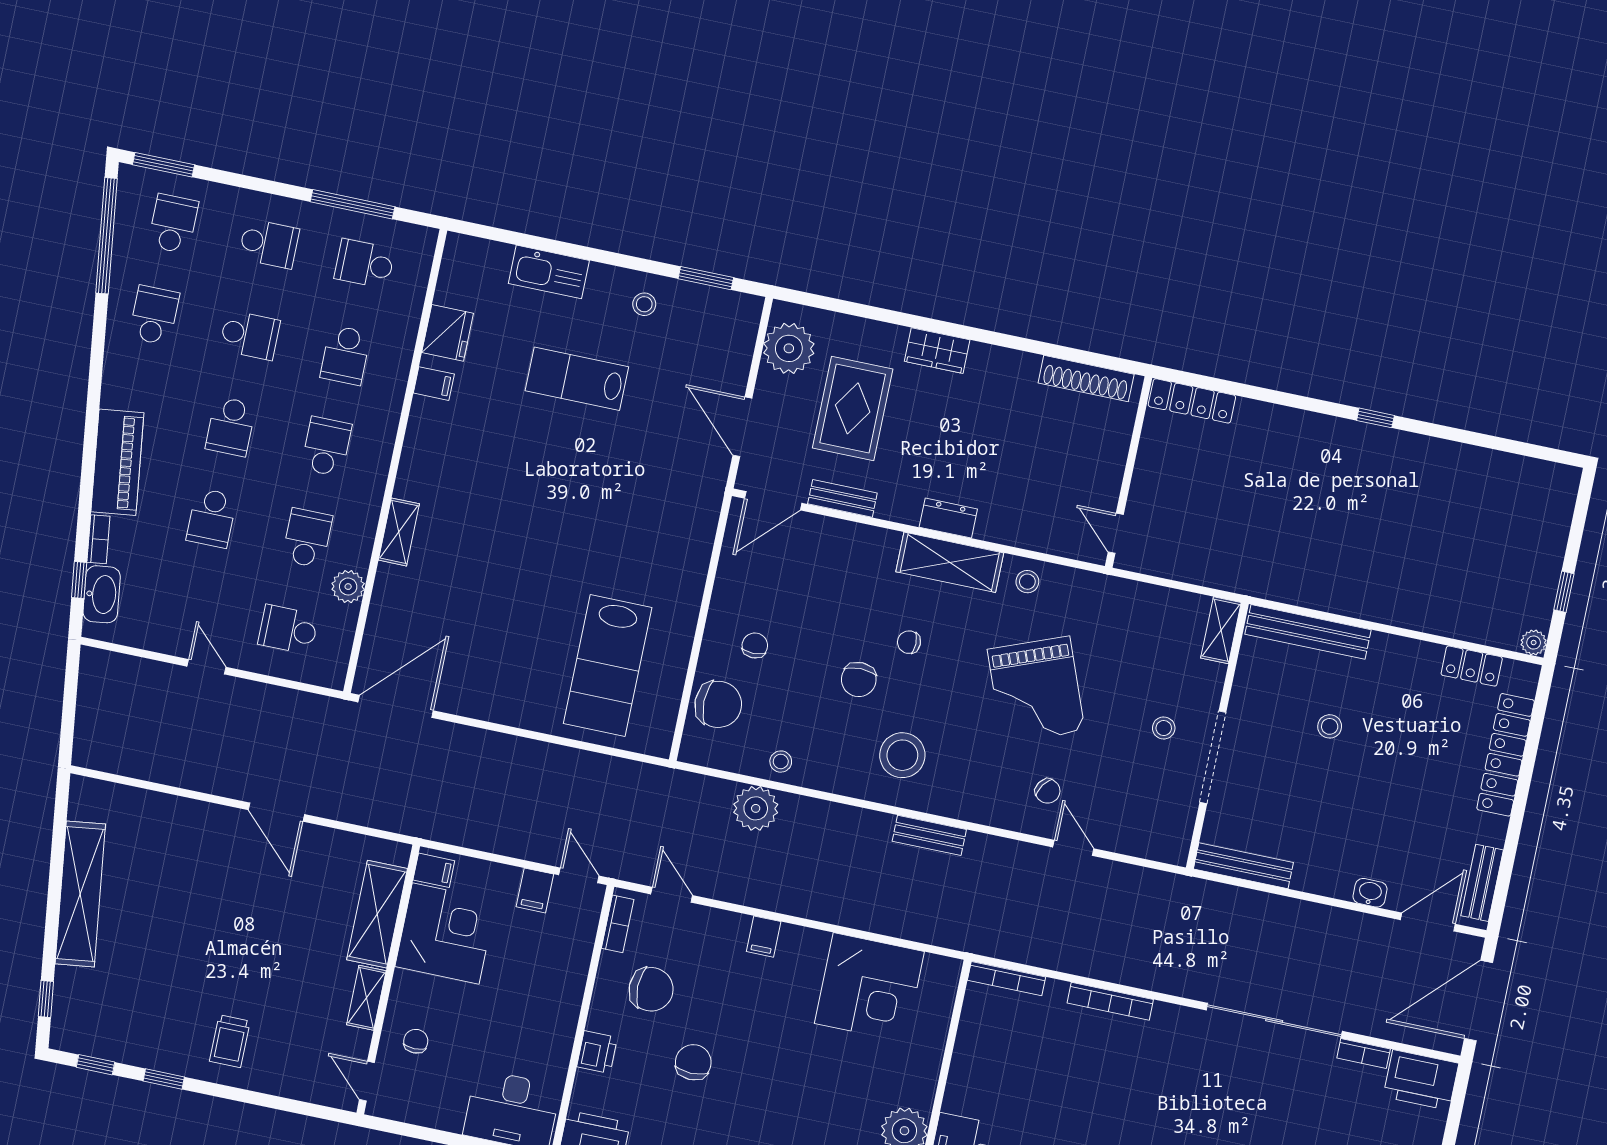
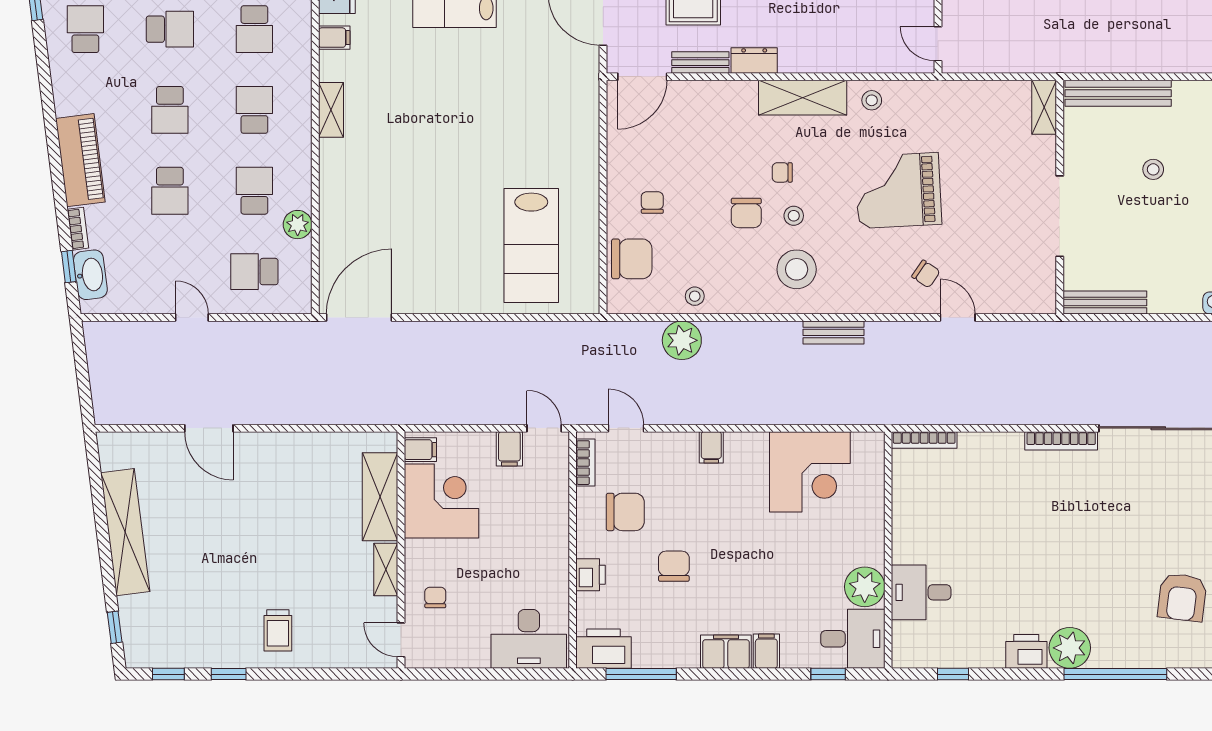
dresser: (948, 518) -> (754, 60), moved
shelving: (399, 532) -> (331, 110), moved
grand piano: (1036, 690) -> (898, 191), turned 108
stool: (1164, 728) -> (794, 216), moved
door: (276, 812) -> (209, 428), moved
bookcase: (1110, 1001) -> (1061, 441), moved

